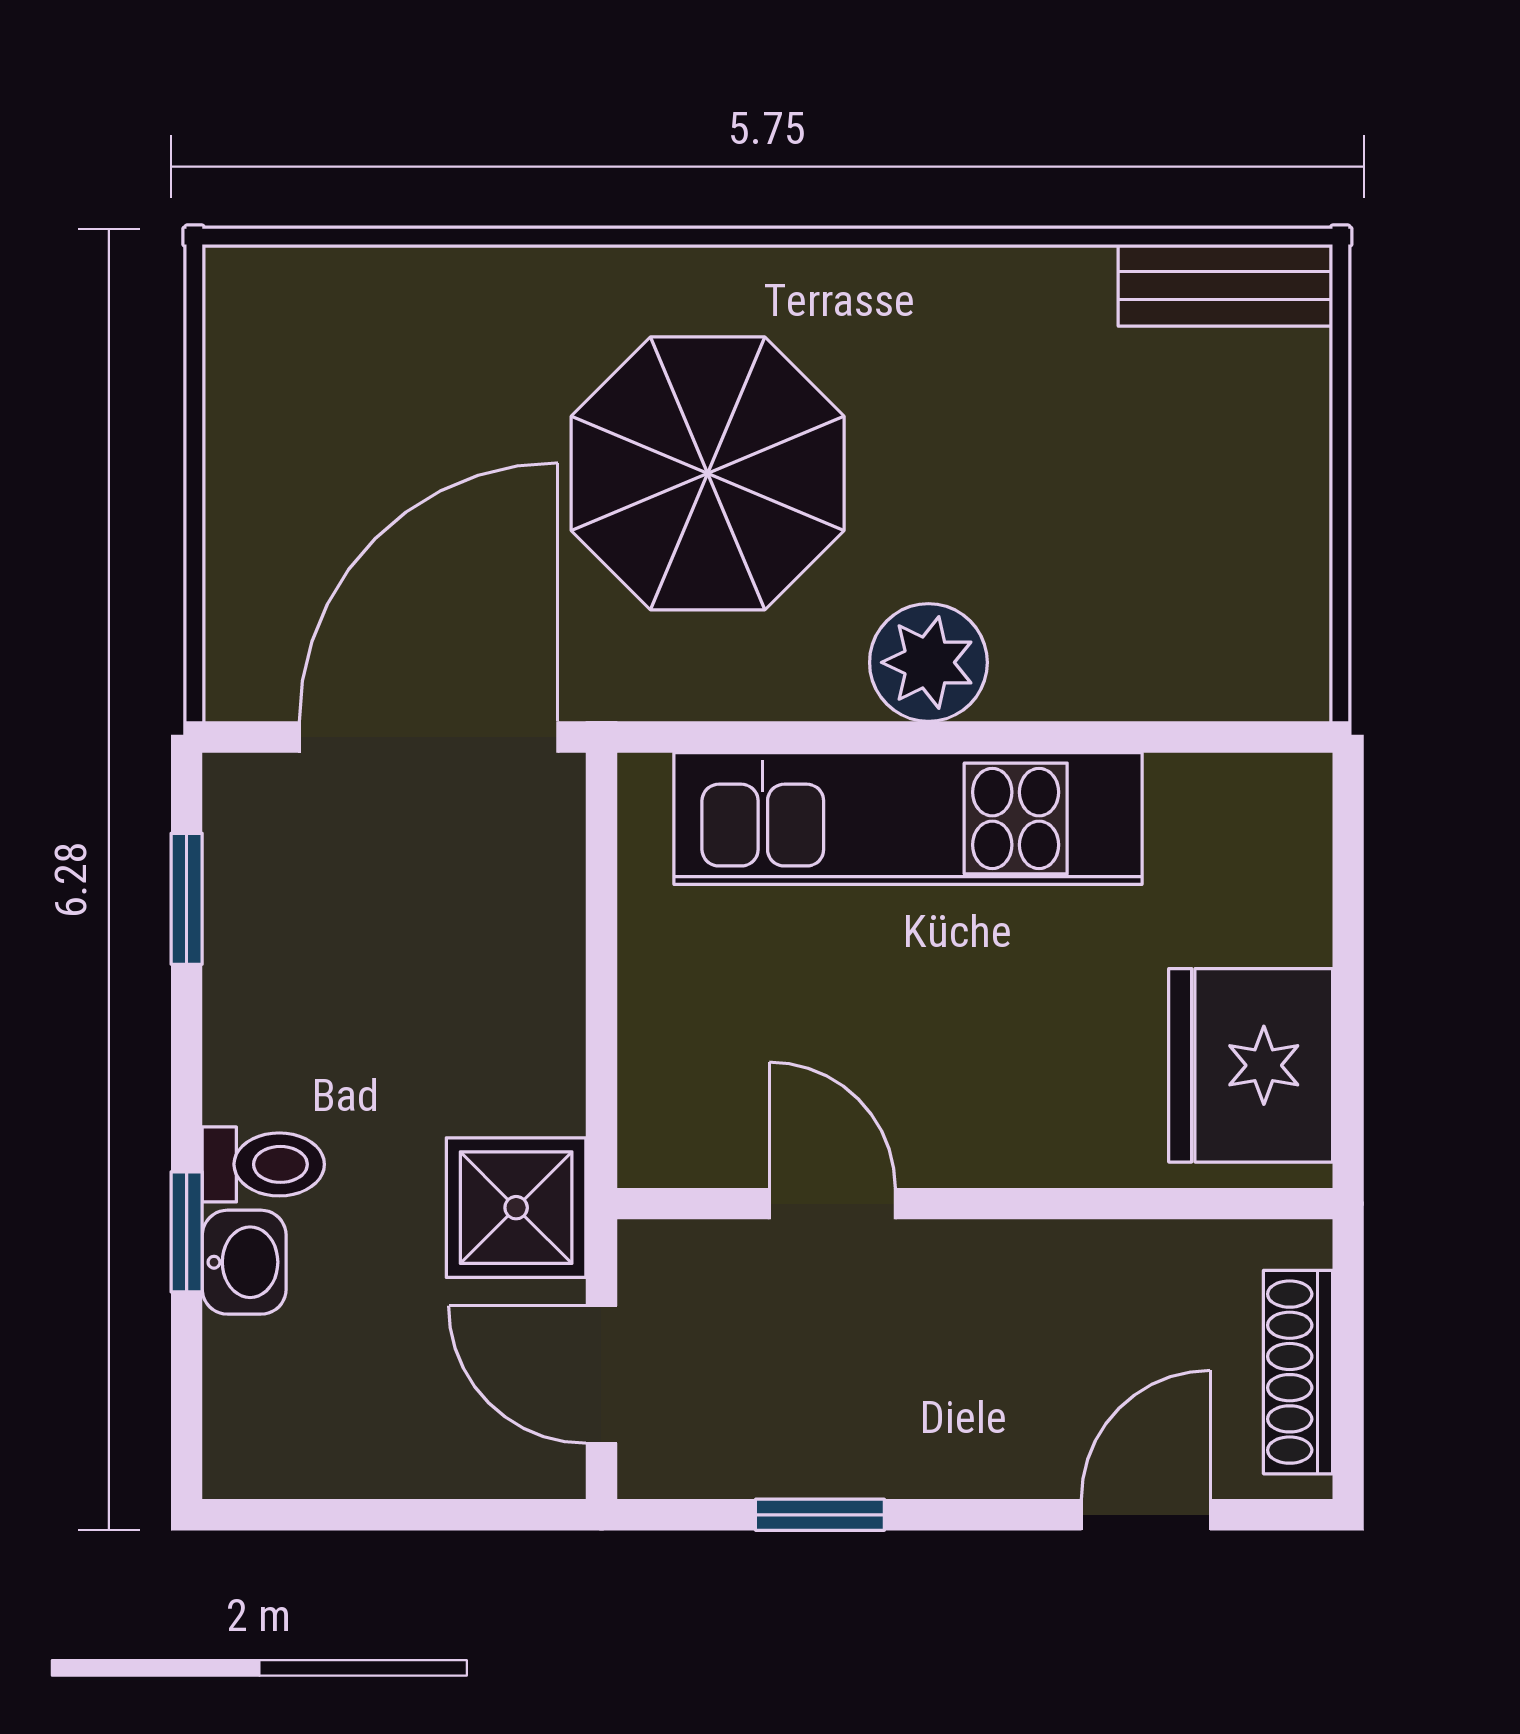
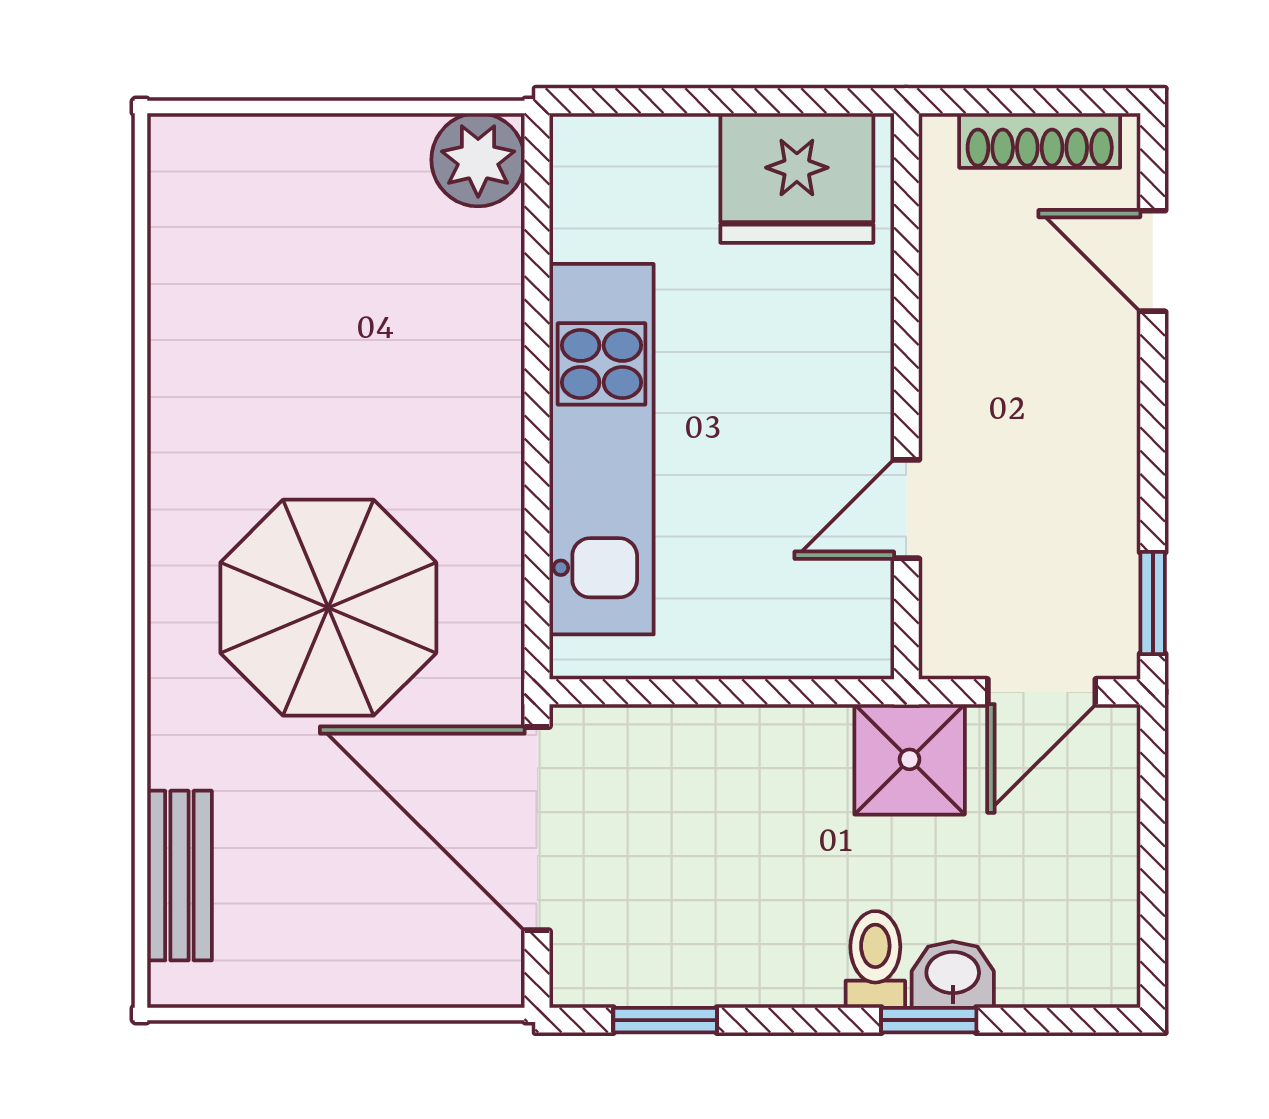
bench: (1225, 285) -> (179, 876), moved
plant: (928, 662) -> (478, 160), moved
window: (820, 1515) -> (1153, 603), moved

